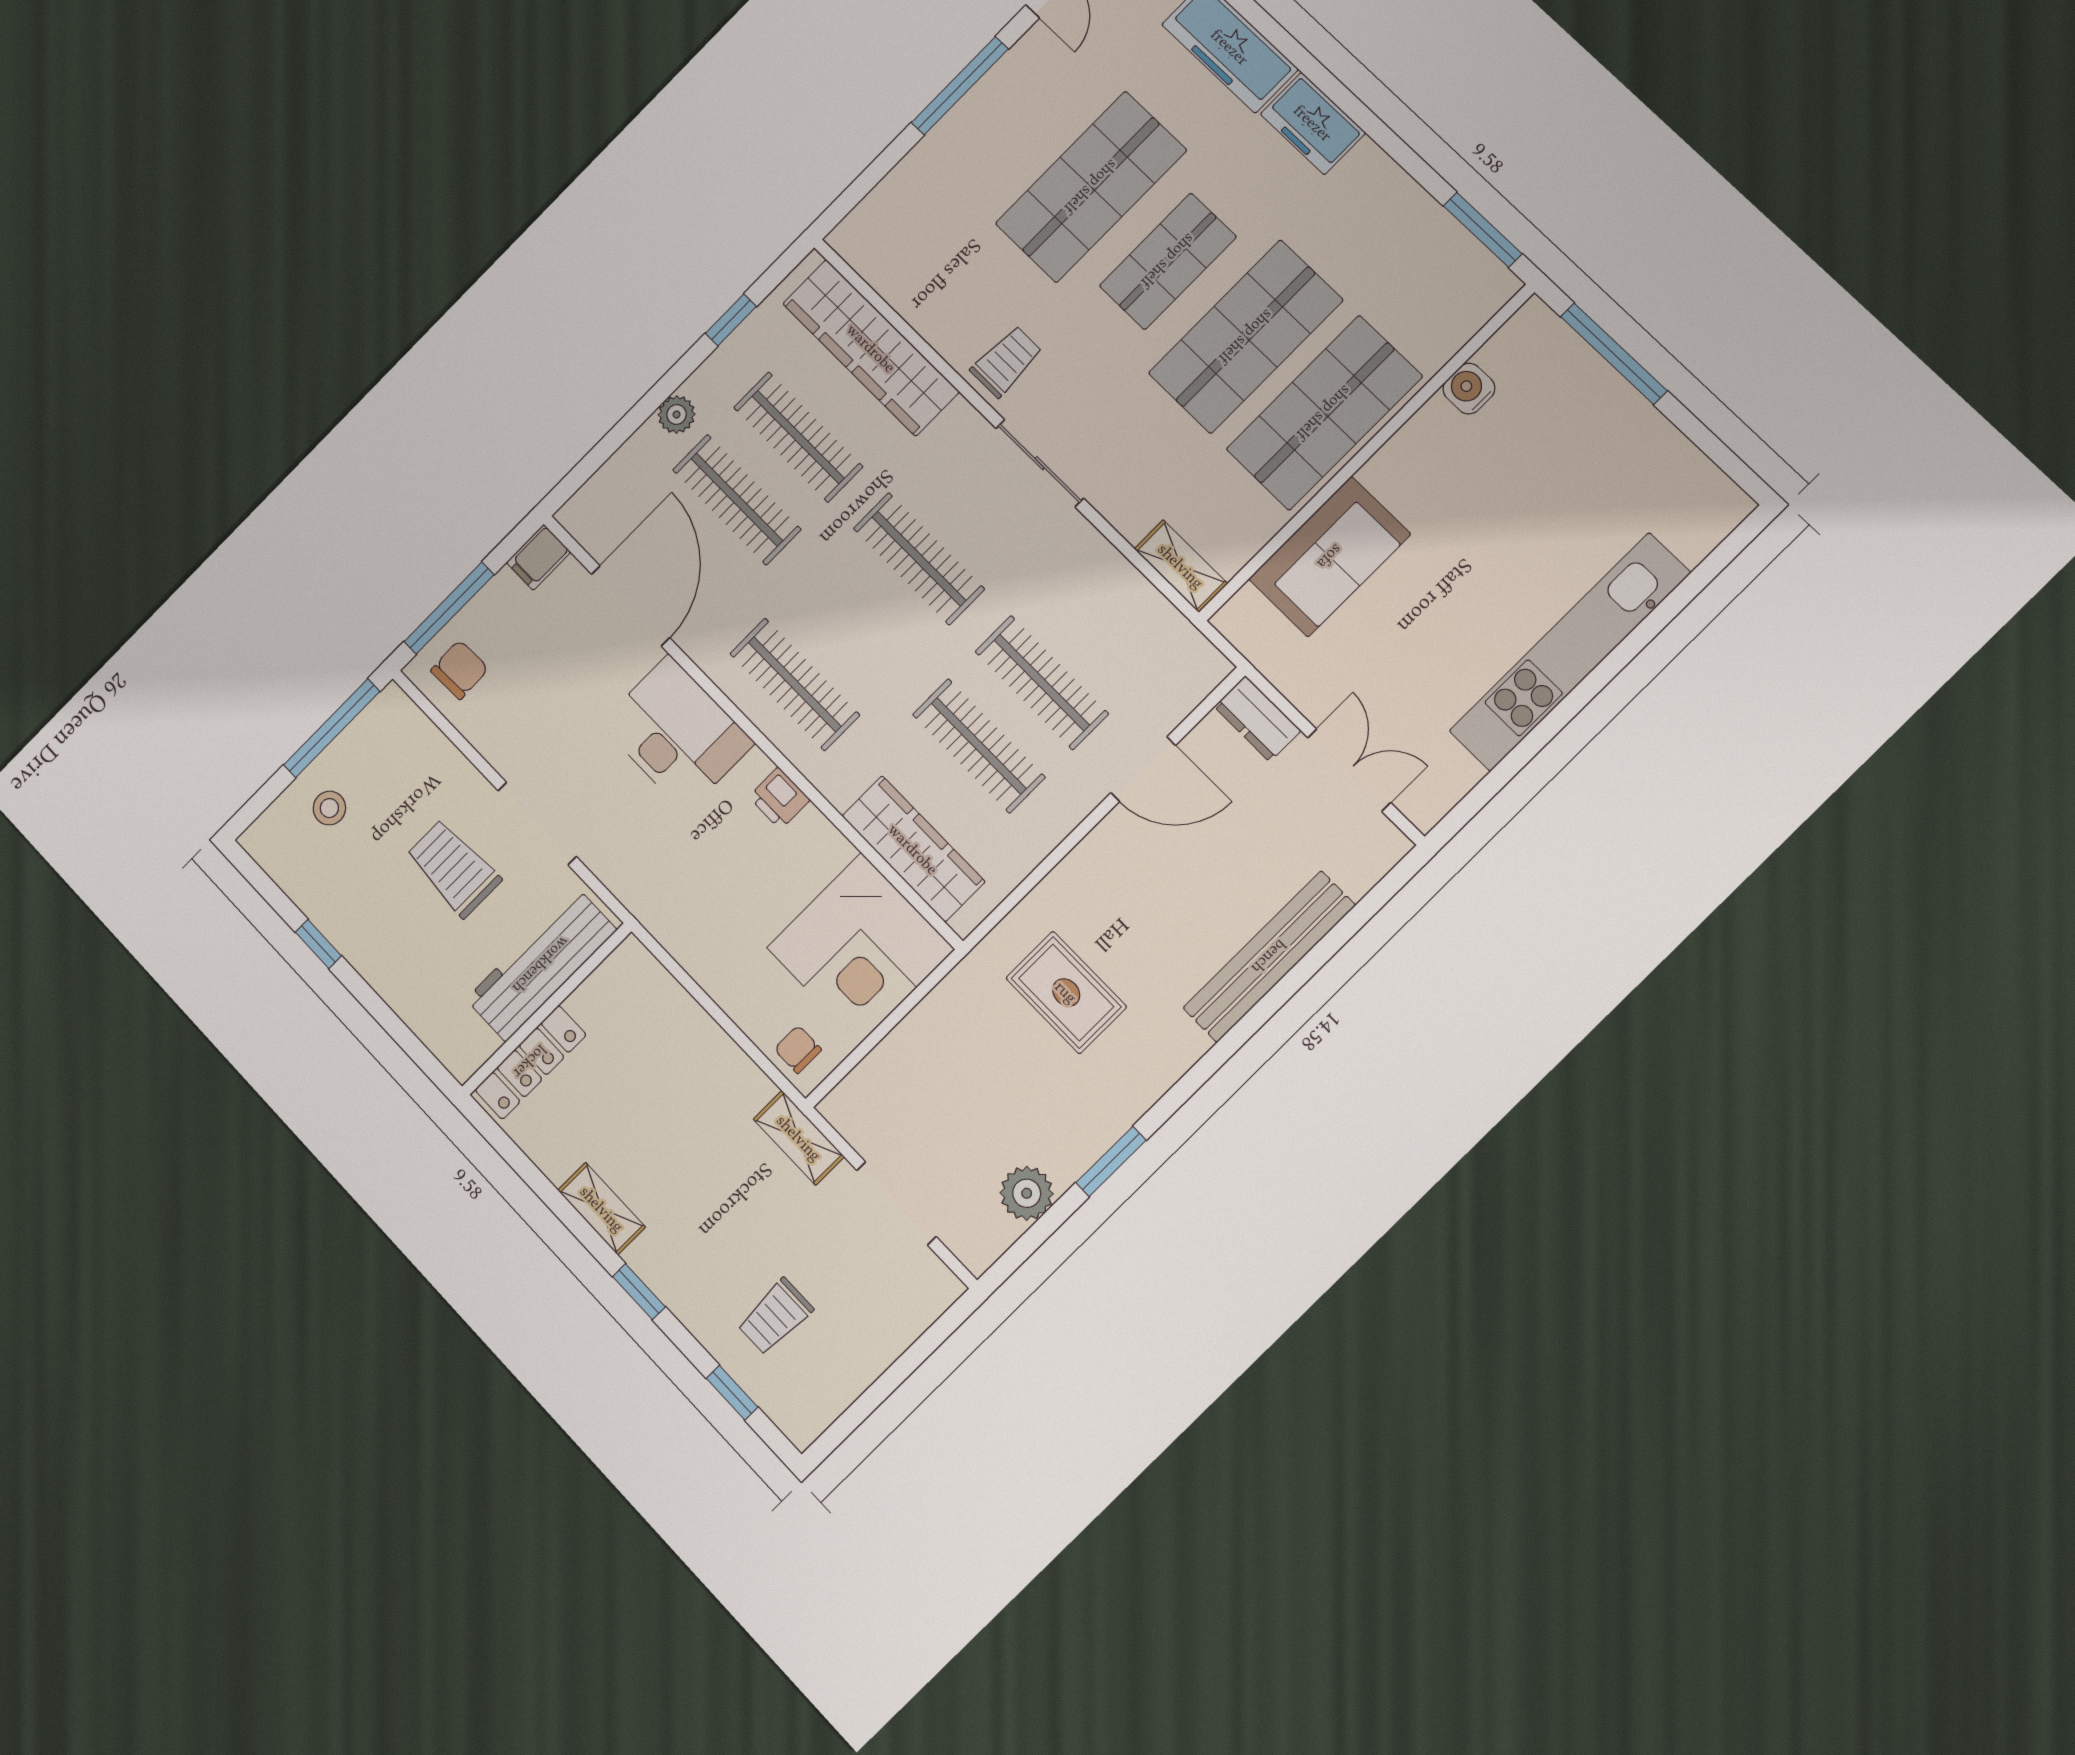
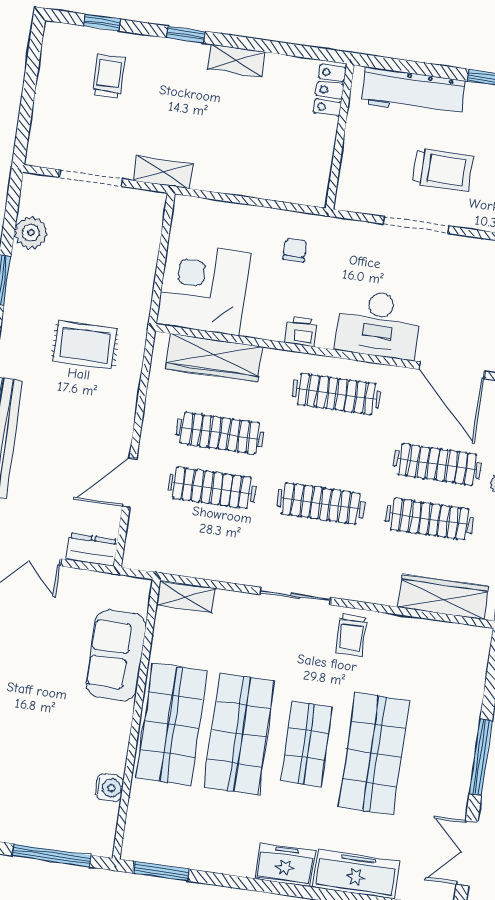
wardrobe: (871, 348) -> (443, 597), width x0.71, depth x0.85
workbench: (541, 965) -> (413, 92), moved, turned 90
chair: (798, 1049) -> (295, 250), moved, turned -90
locker: (530, 1062) -> (330, 90), width x0.66

